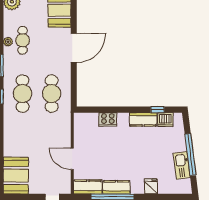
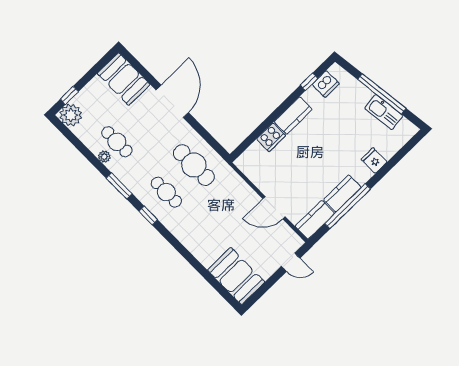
cafe table: (23, 94) -> (166, 192), width x0.73, depth x0.74
kitchen counter: (143, 119) -> (293, 115), moved

